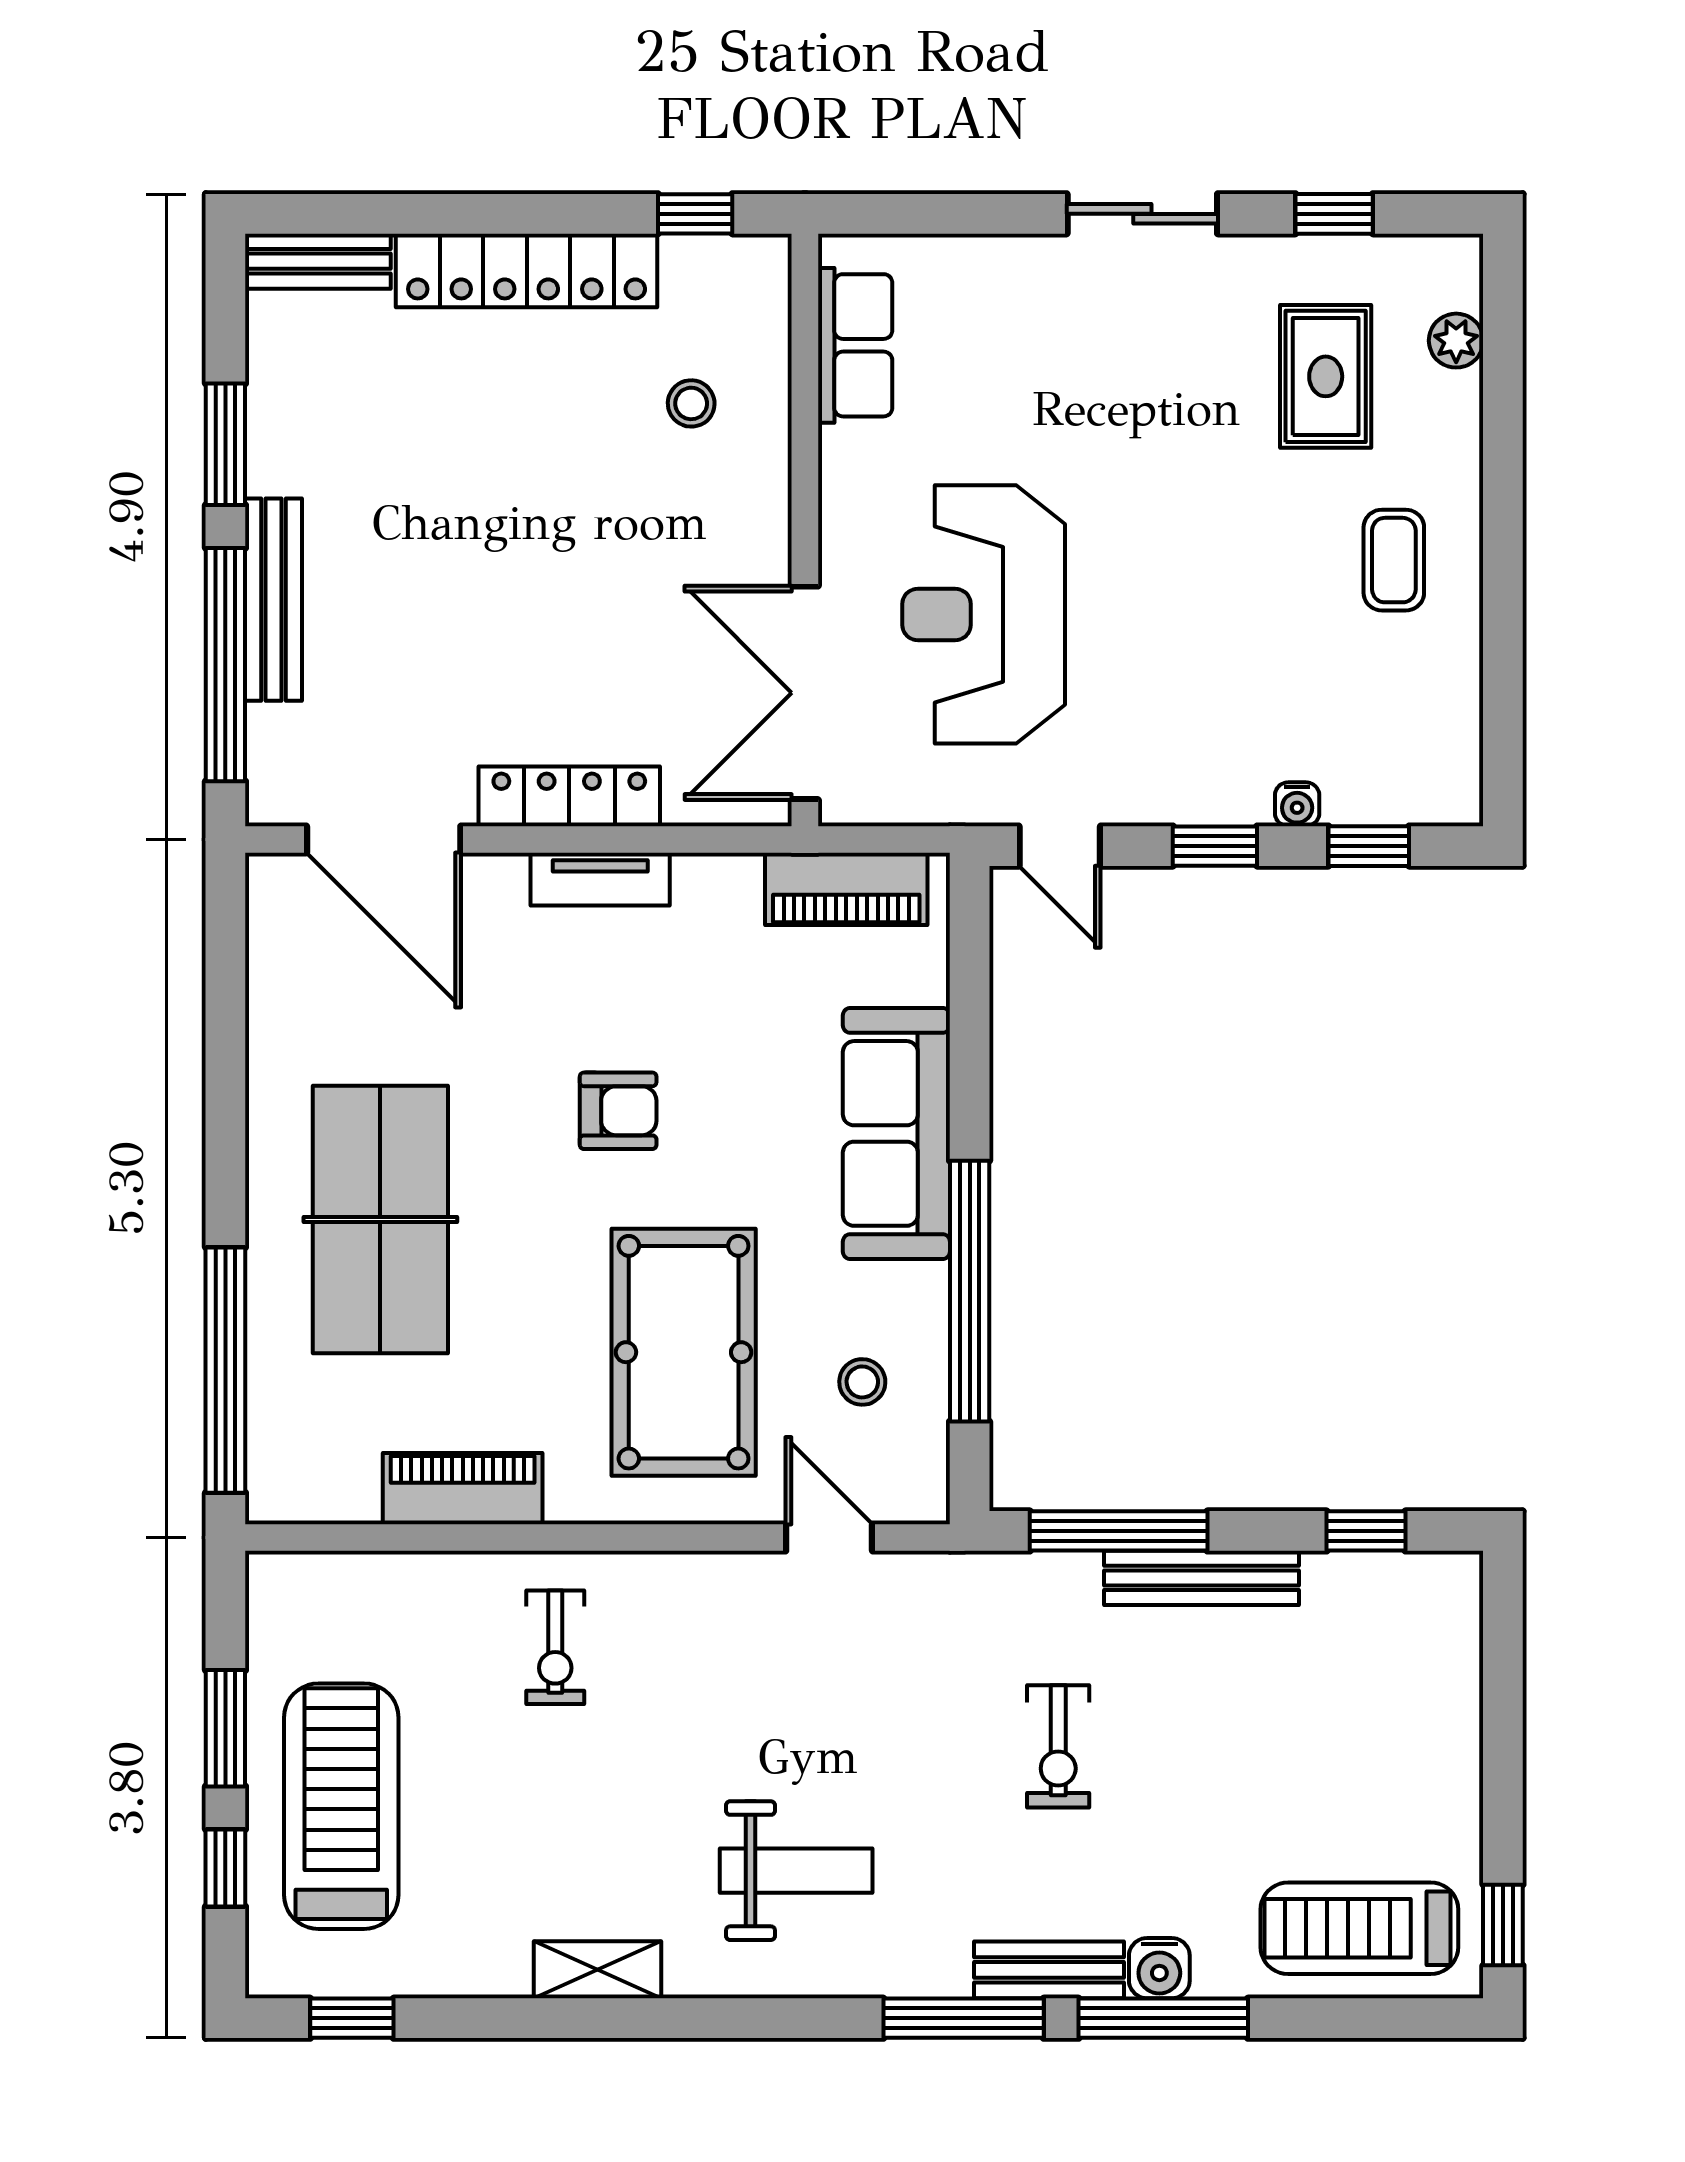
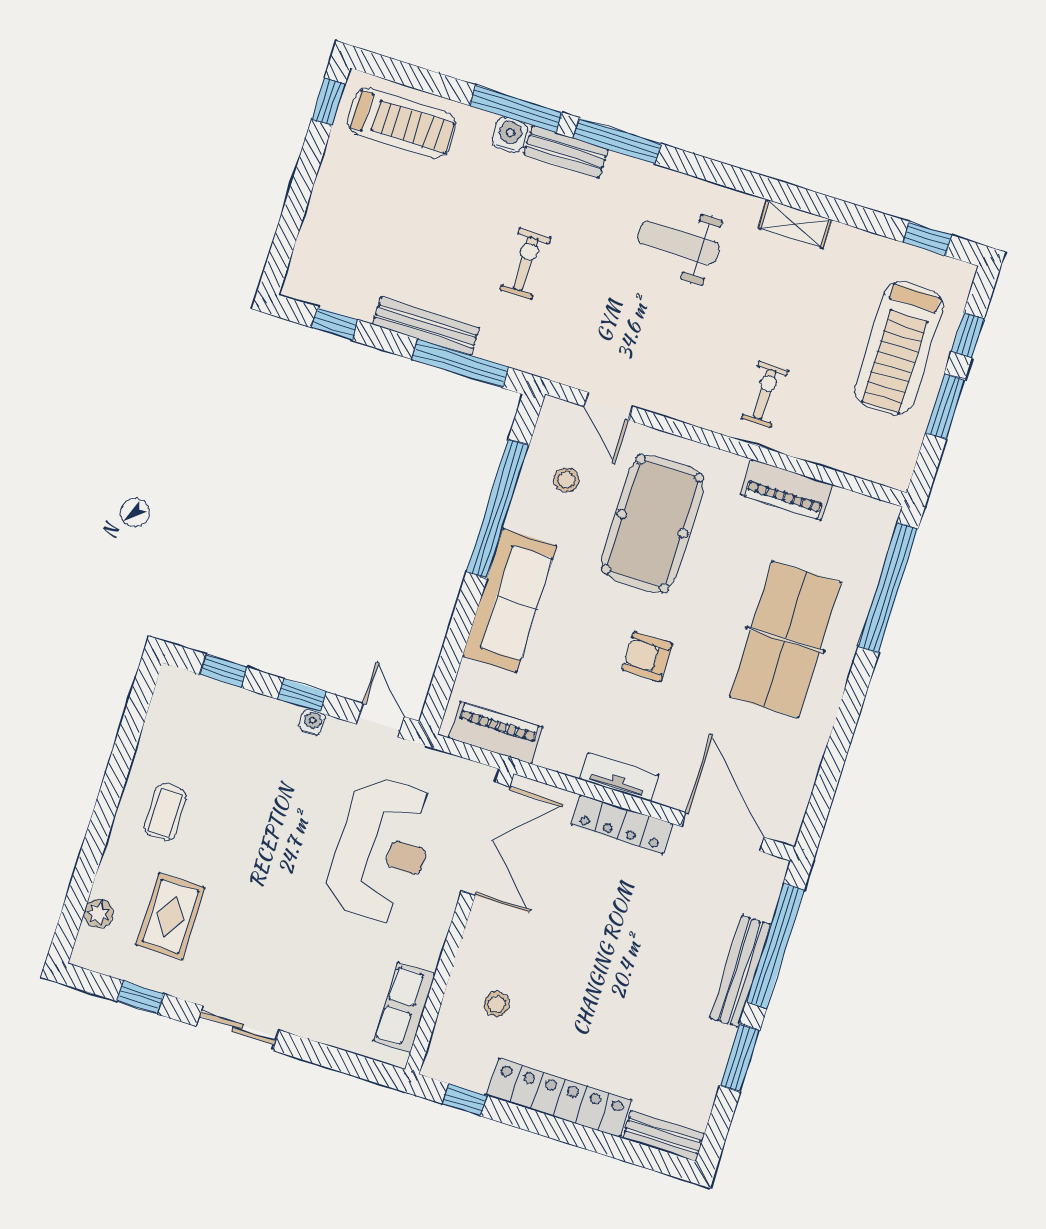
water cooler: (1297, 804) -> (312, 722), moved

